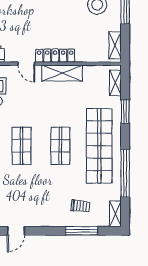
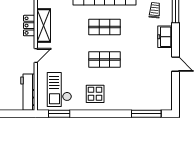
locker: (55, 56) -> (29, 26), width x0.66
freezer: (49, 218) -> (165, 37), added

